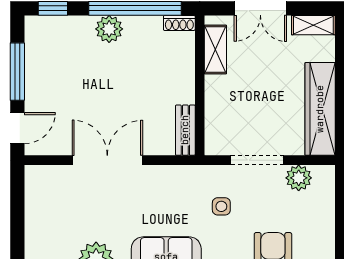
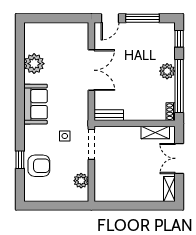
wardrobe: (320, 109) -> (121, 193), removed
door: (17, 128) -> (110, 18), hinge flipped
doorway: (257, 160) -> (91, 144), moved

